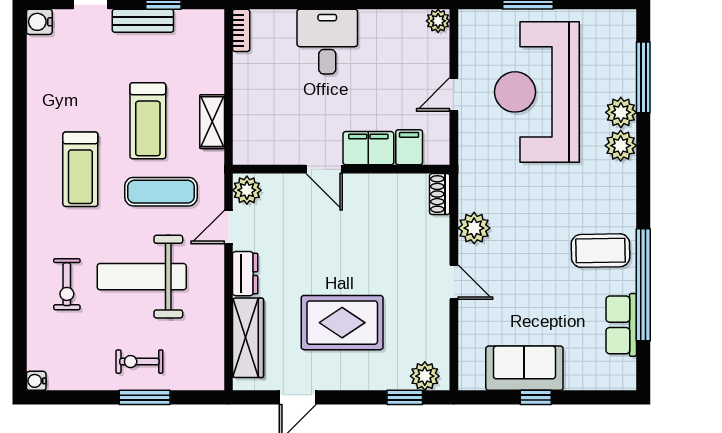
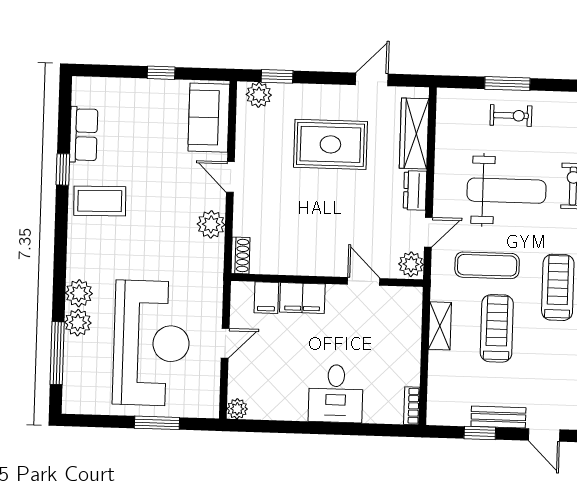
door: (324, 169) -> (364, 281), moved
window: (643, 285) -> (63, 169), width x0.32
sofa: (524, 368) -> (209, 118), moved, turned 90

